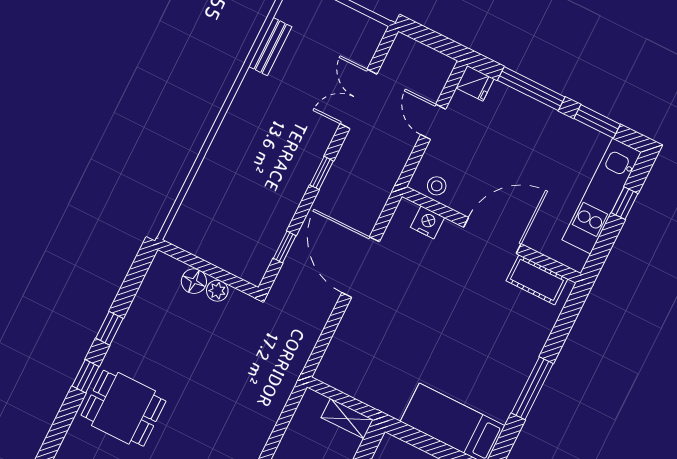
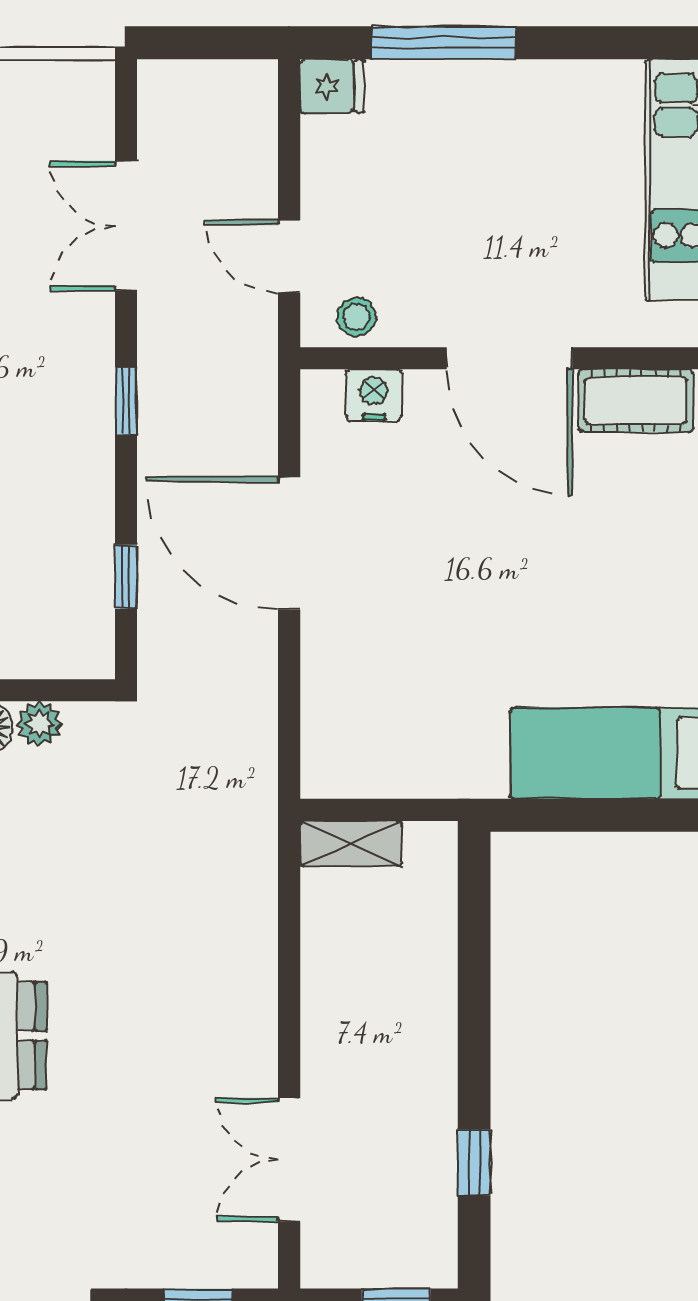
window: (597, 121) -> (600, 43), removed
door: (433, 122) -> (289, 256), moved
door: (492, 235) -> (509, 358), swing flipped
shelving: (347, 419) -> (351, 844), moved

